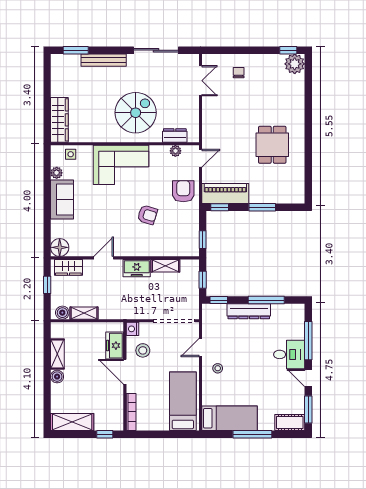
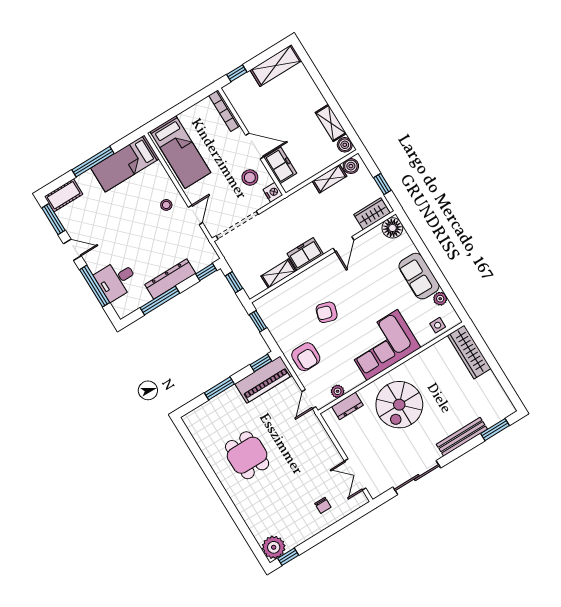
desk: (289, 354) -> (116, 280), moved
boiler: (57, 377) -> (345, 145), moved

